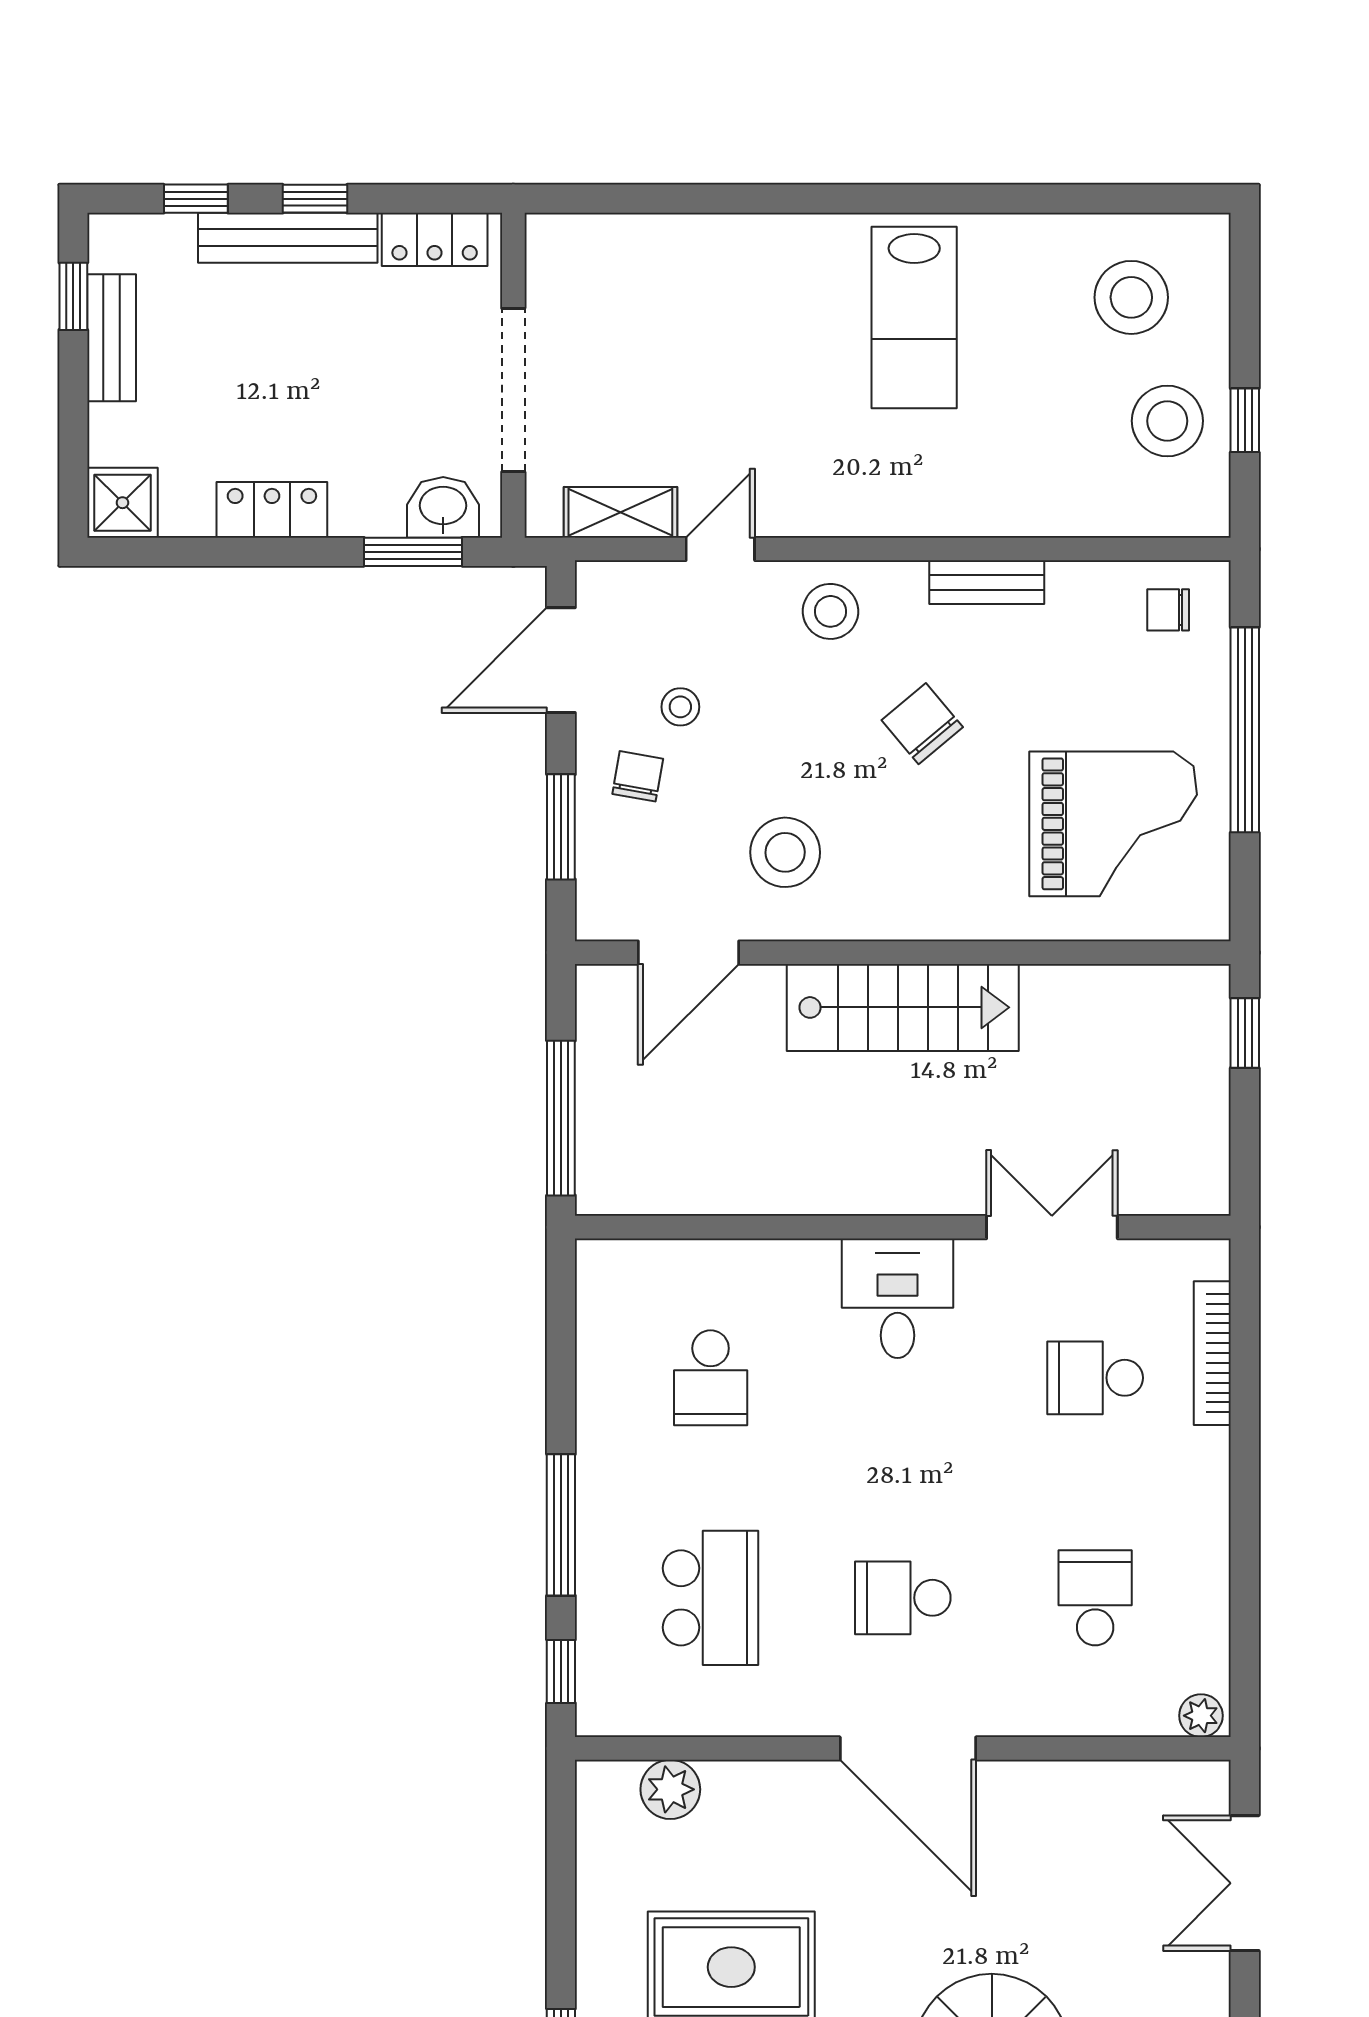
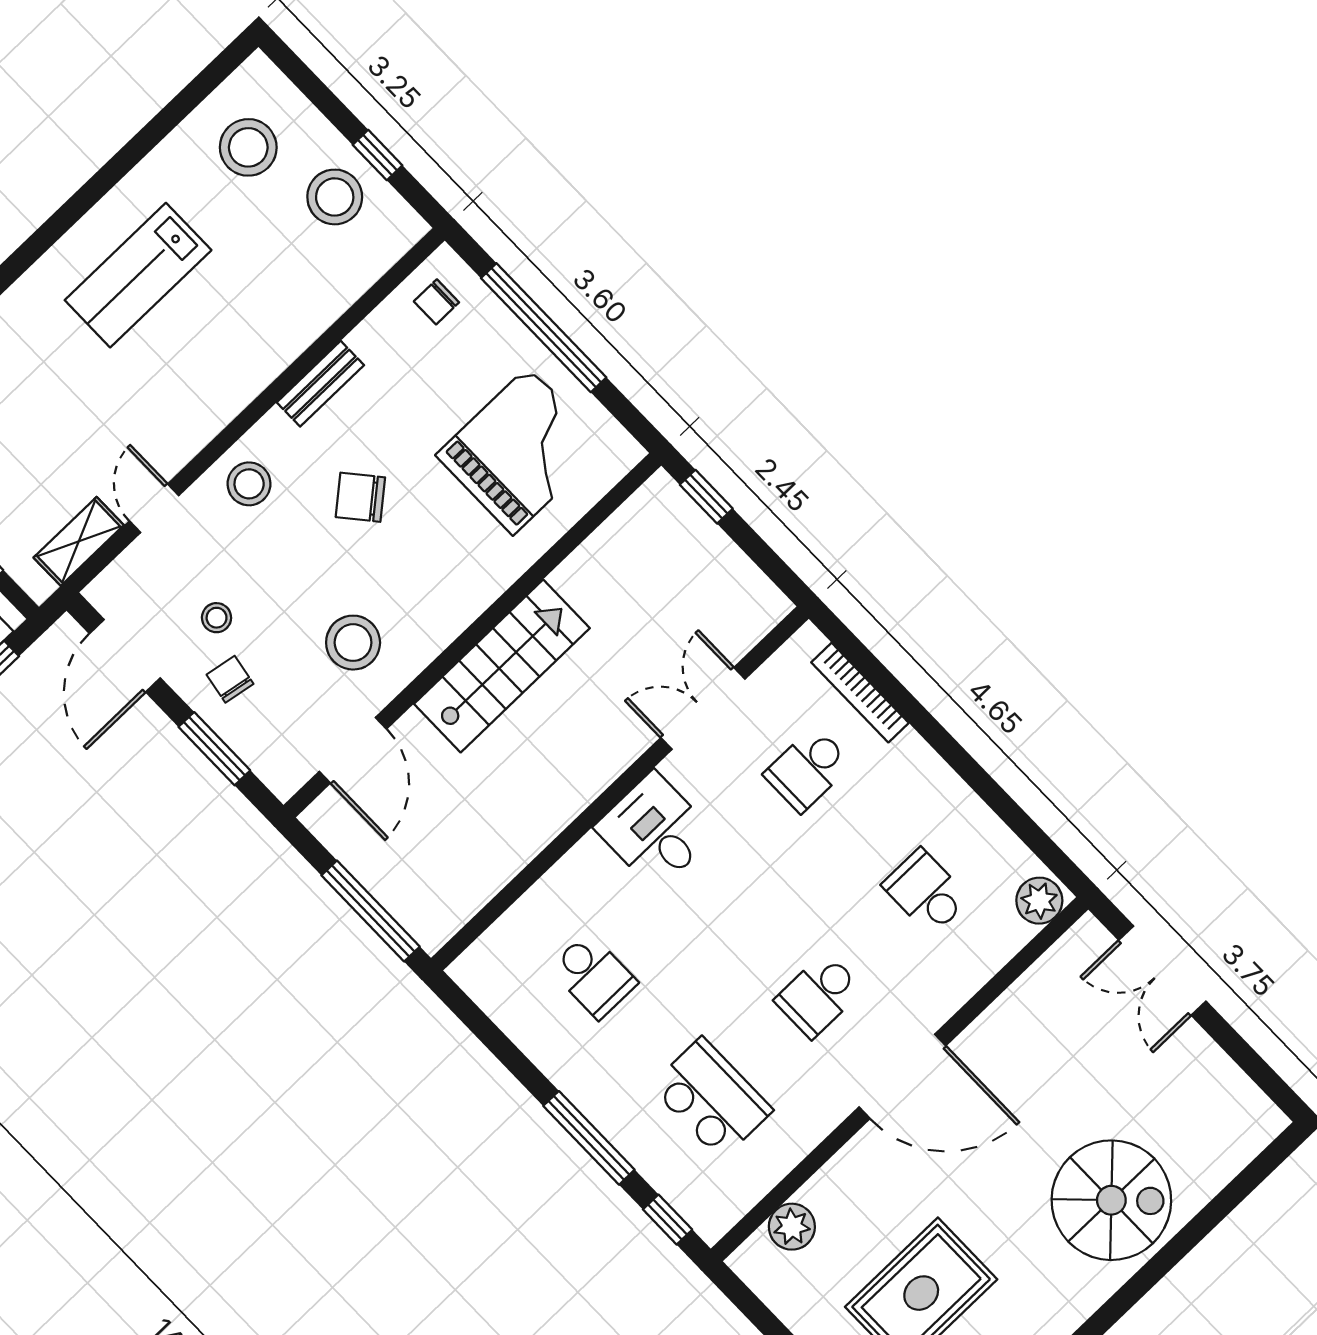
lab bench: (914, 318) -> (138, 275), turned 90
plant: (1201, 1716) -> (1039, 901), width x1.38, depth x1.38

